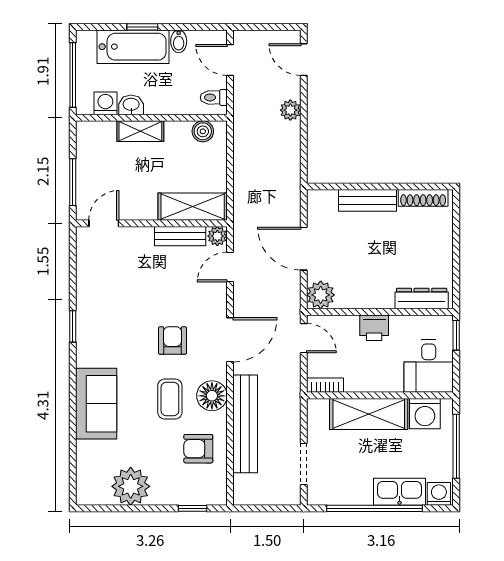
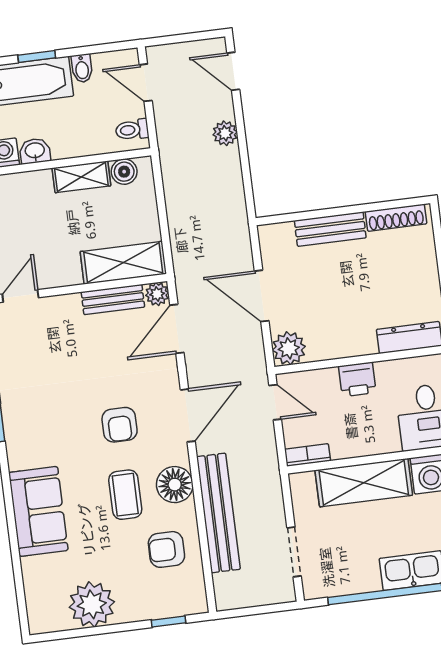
shelving: (140, 131) -> (81, 177), moved
door: (230, 267) -> (177, 329), width x1.38
armchair: (172, 340) -> (120, 425), turned 180

